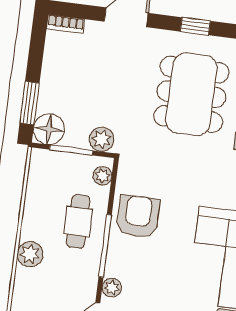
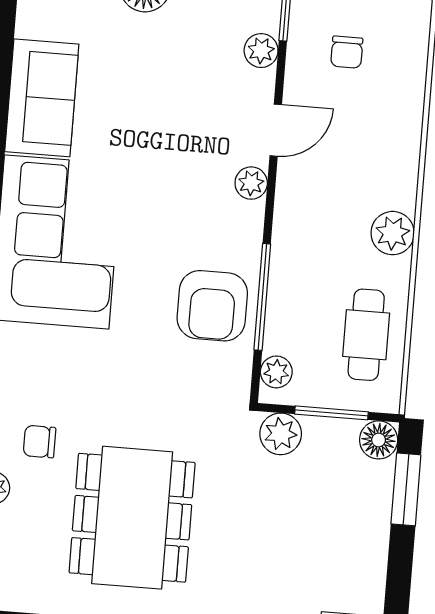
floor lamp: (49, 129) -> (379, 440), width x0.73, depth x0.73
cafe table: (78, 221) -> (366, 335), moved
window: (105, 246) -> (262, 297), moved

